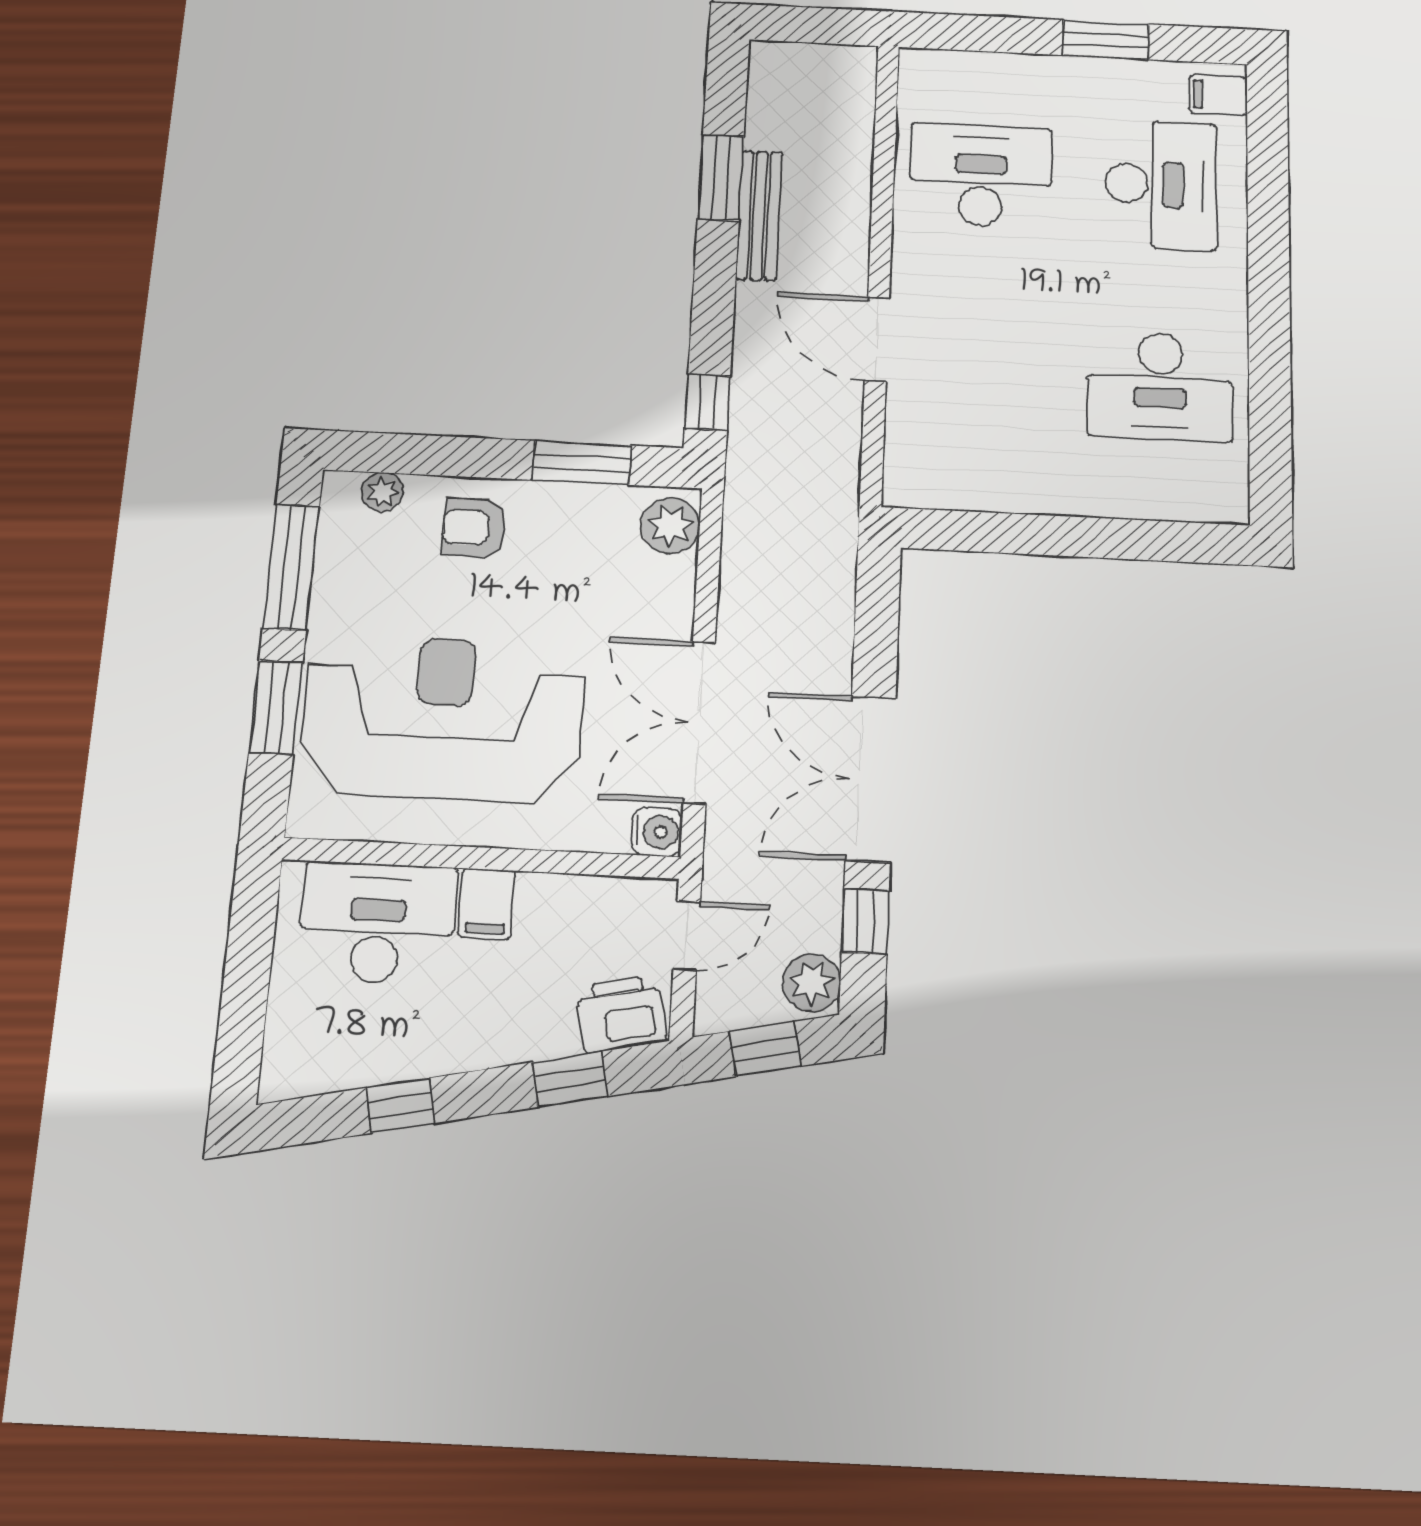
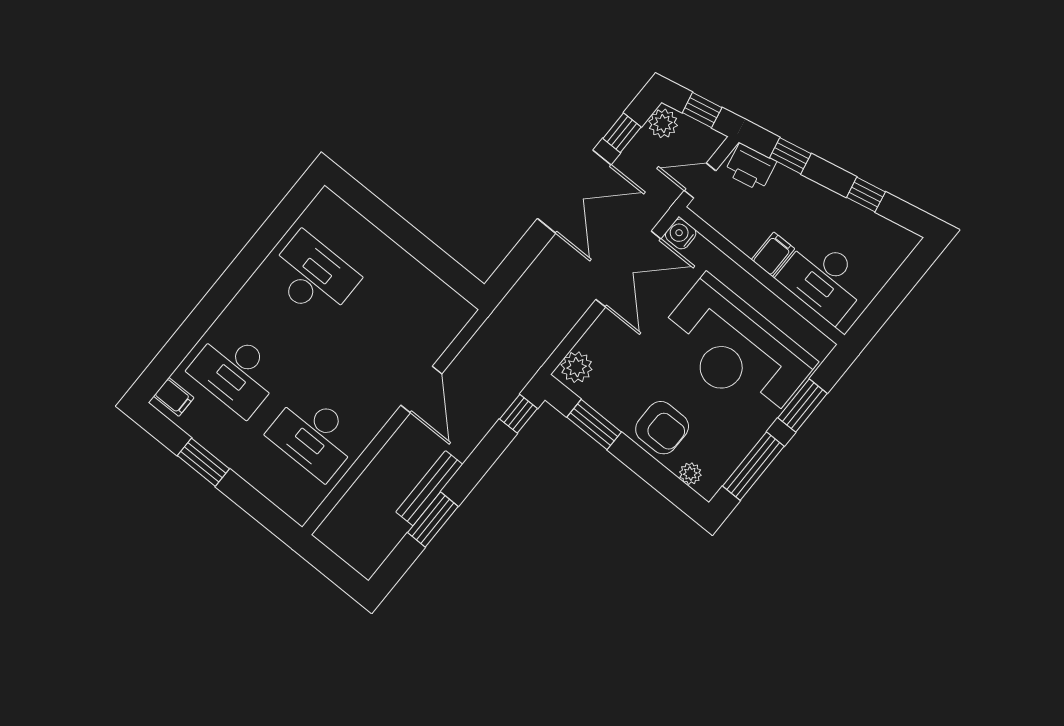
desk: (1161, 184) -> (235, 372), turned -90
armchair: (474, 528) -> (662, 428), width x1.38, depth x1.38

